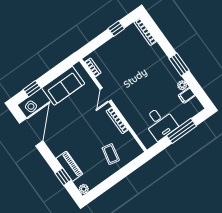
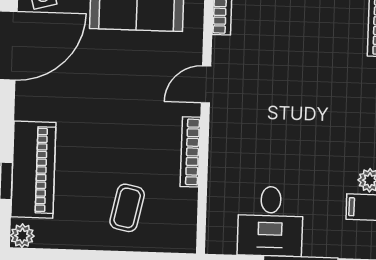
piano: (69, 166) -> (33, 170), width x1.37, depth x1.33

